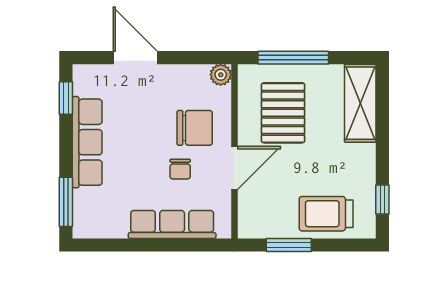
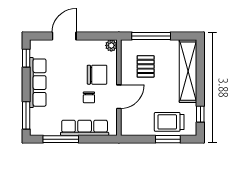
door: (135, 58) -> (64, 36), hinge flipped
shelving: (360, 103) -> (188, 71), width x1.47
pallet: (283, 113) -> (146, 66), width x0.67, depth x0.71
window: (129, 245) -> (61, 139), added
window: (289, 245) -> (168, 139), moved

